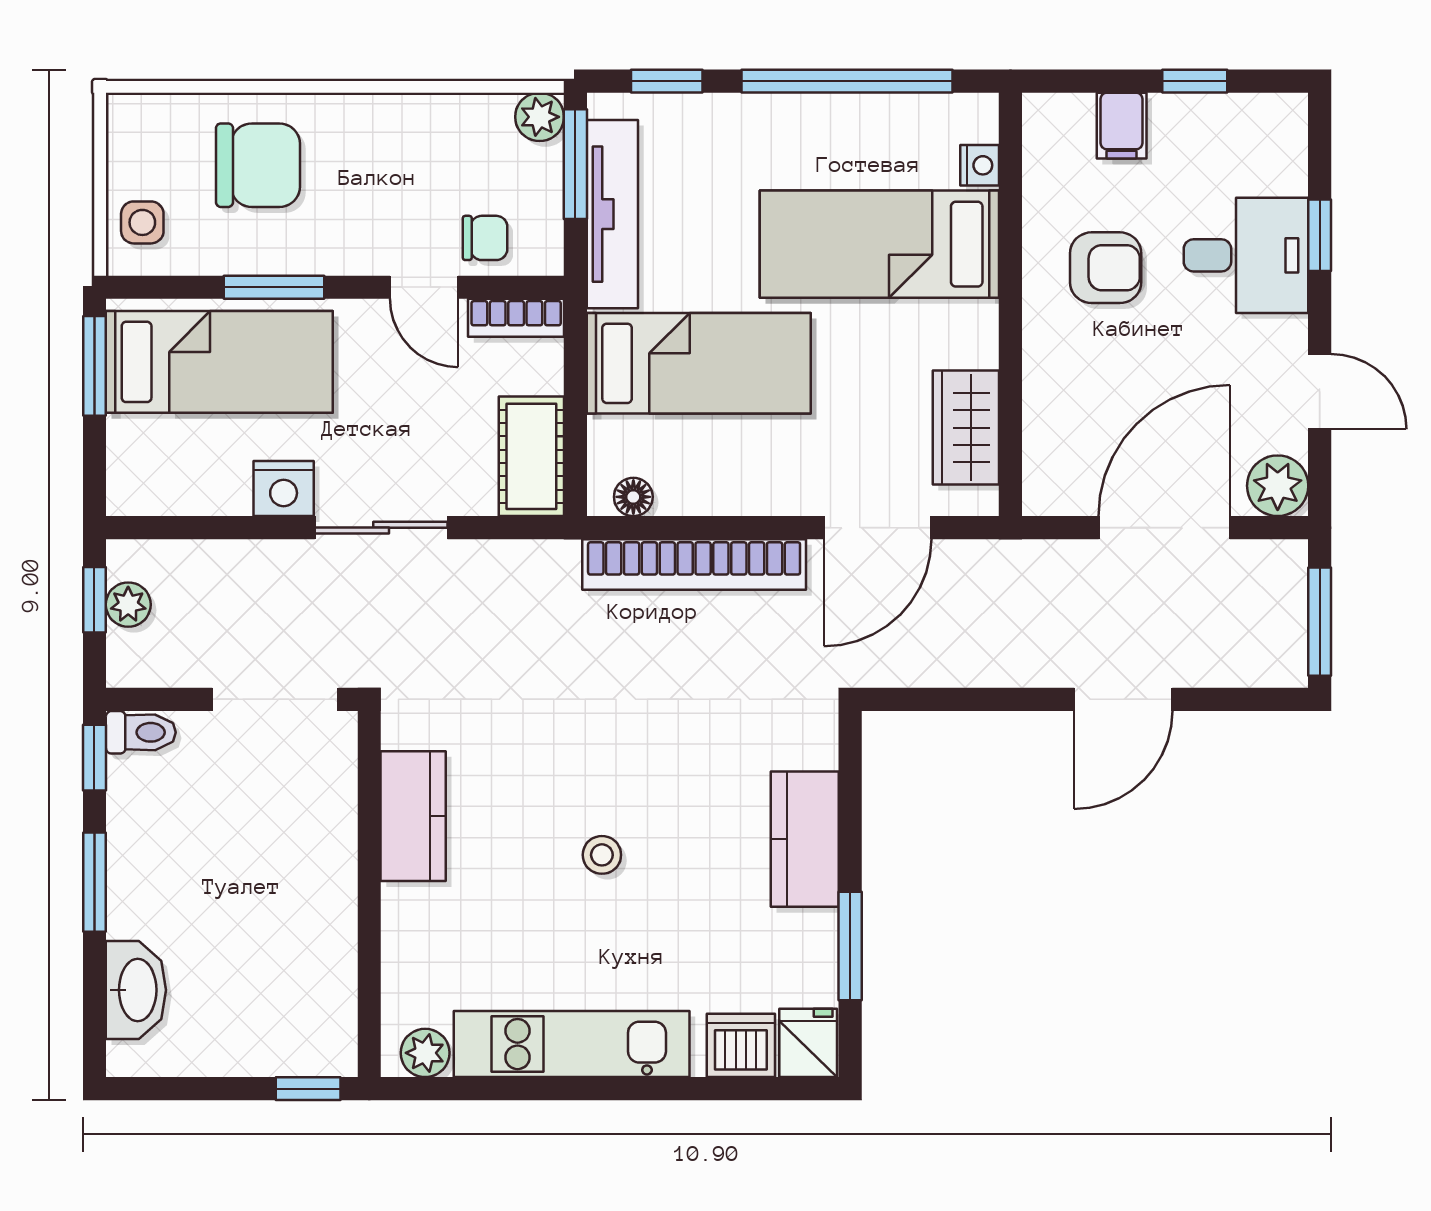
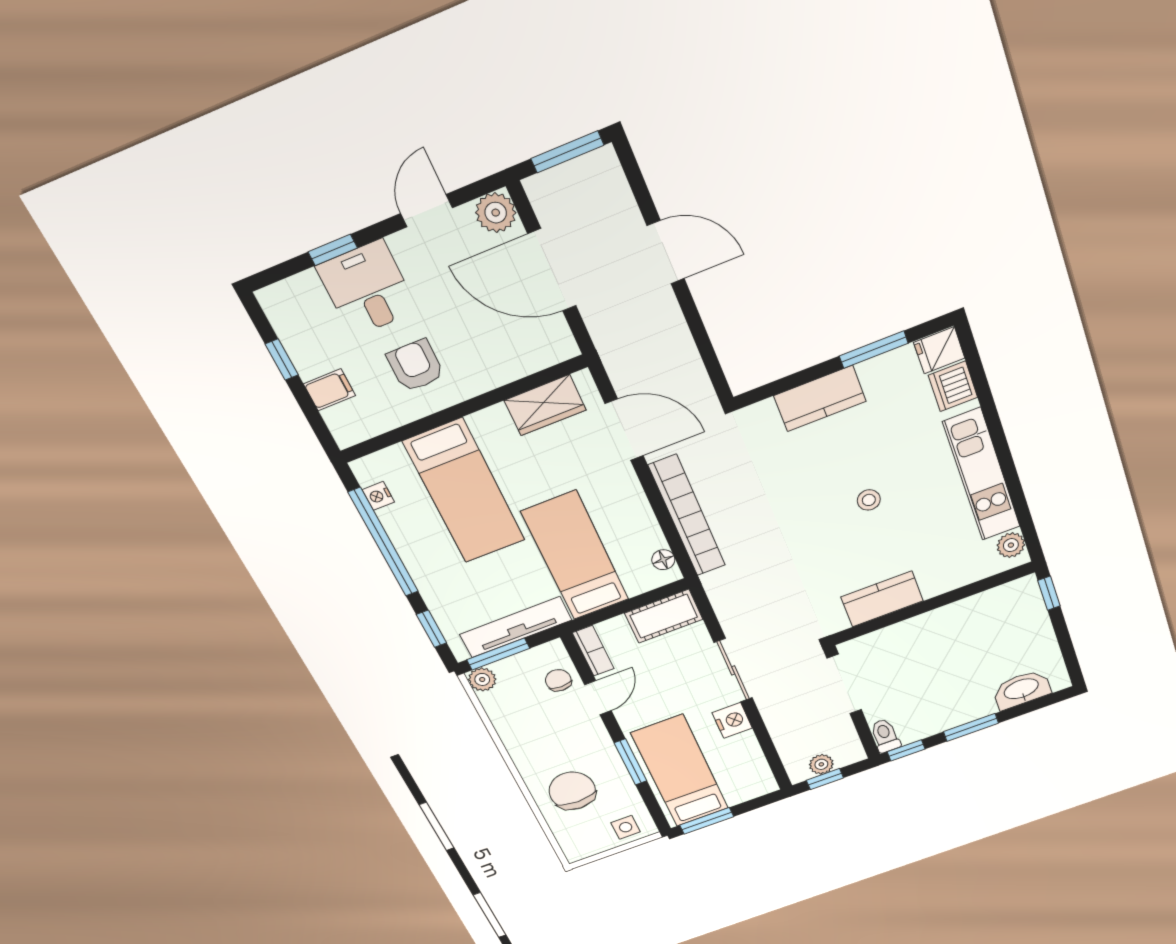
nightstand: (980, 165) -> (378, 496), moved, turned -90

